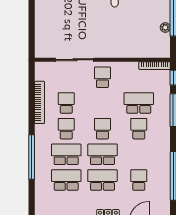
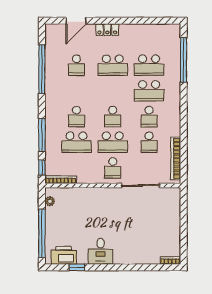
plant: (165, 27) -> (50, 201), moved
bookcase: (40, 102) -> (176, 158), moved
school desk: (102, 154) -> (113, 142), moved
window: (32, 157) -> (184, 60), moved

